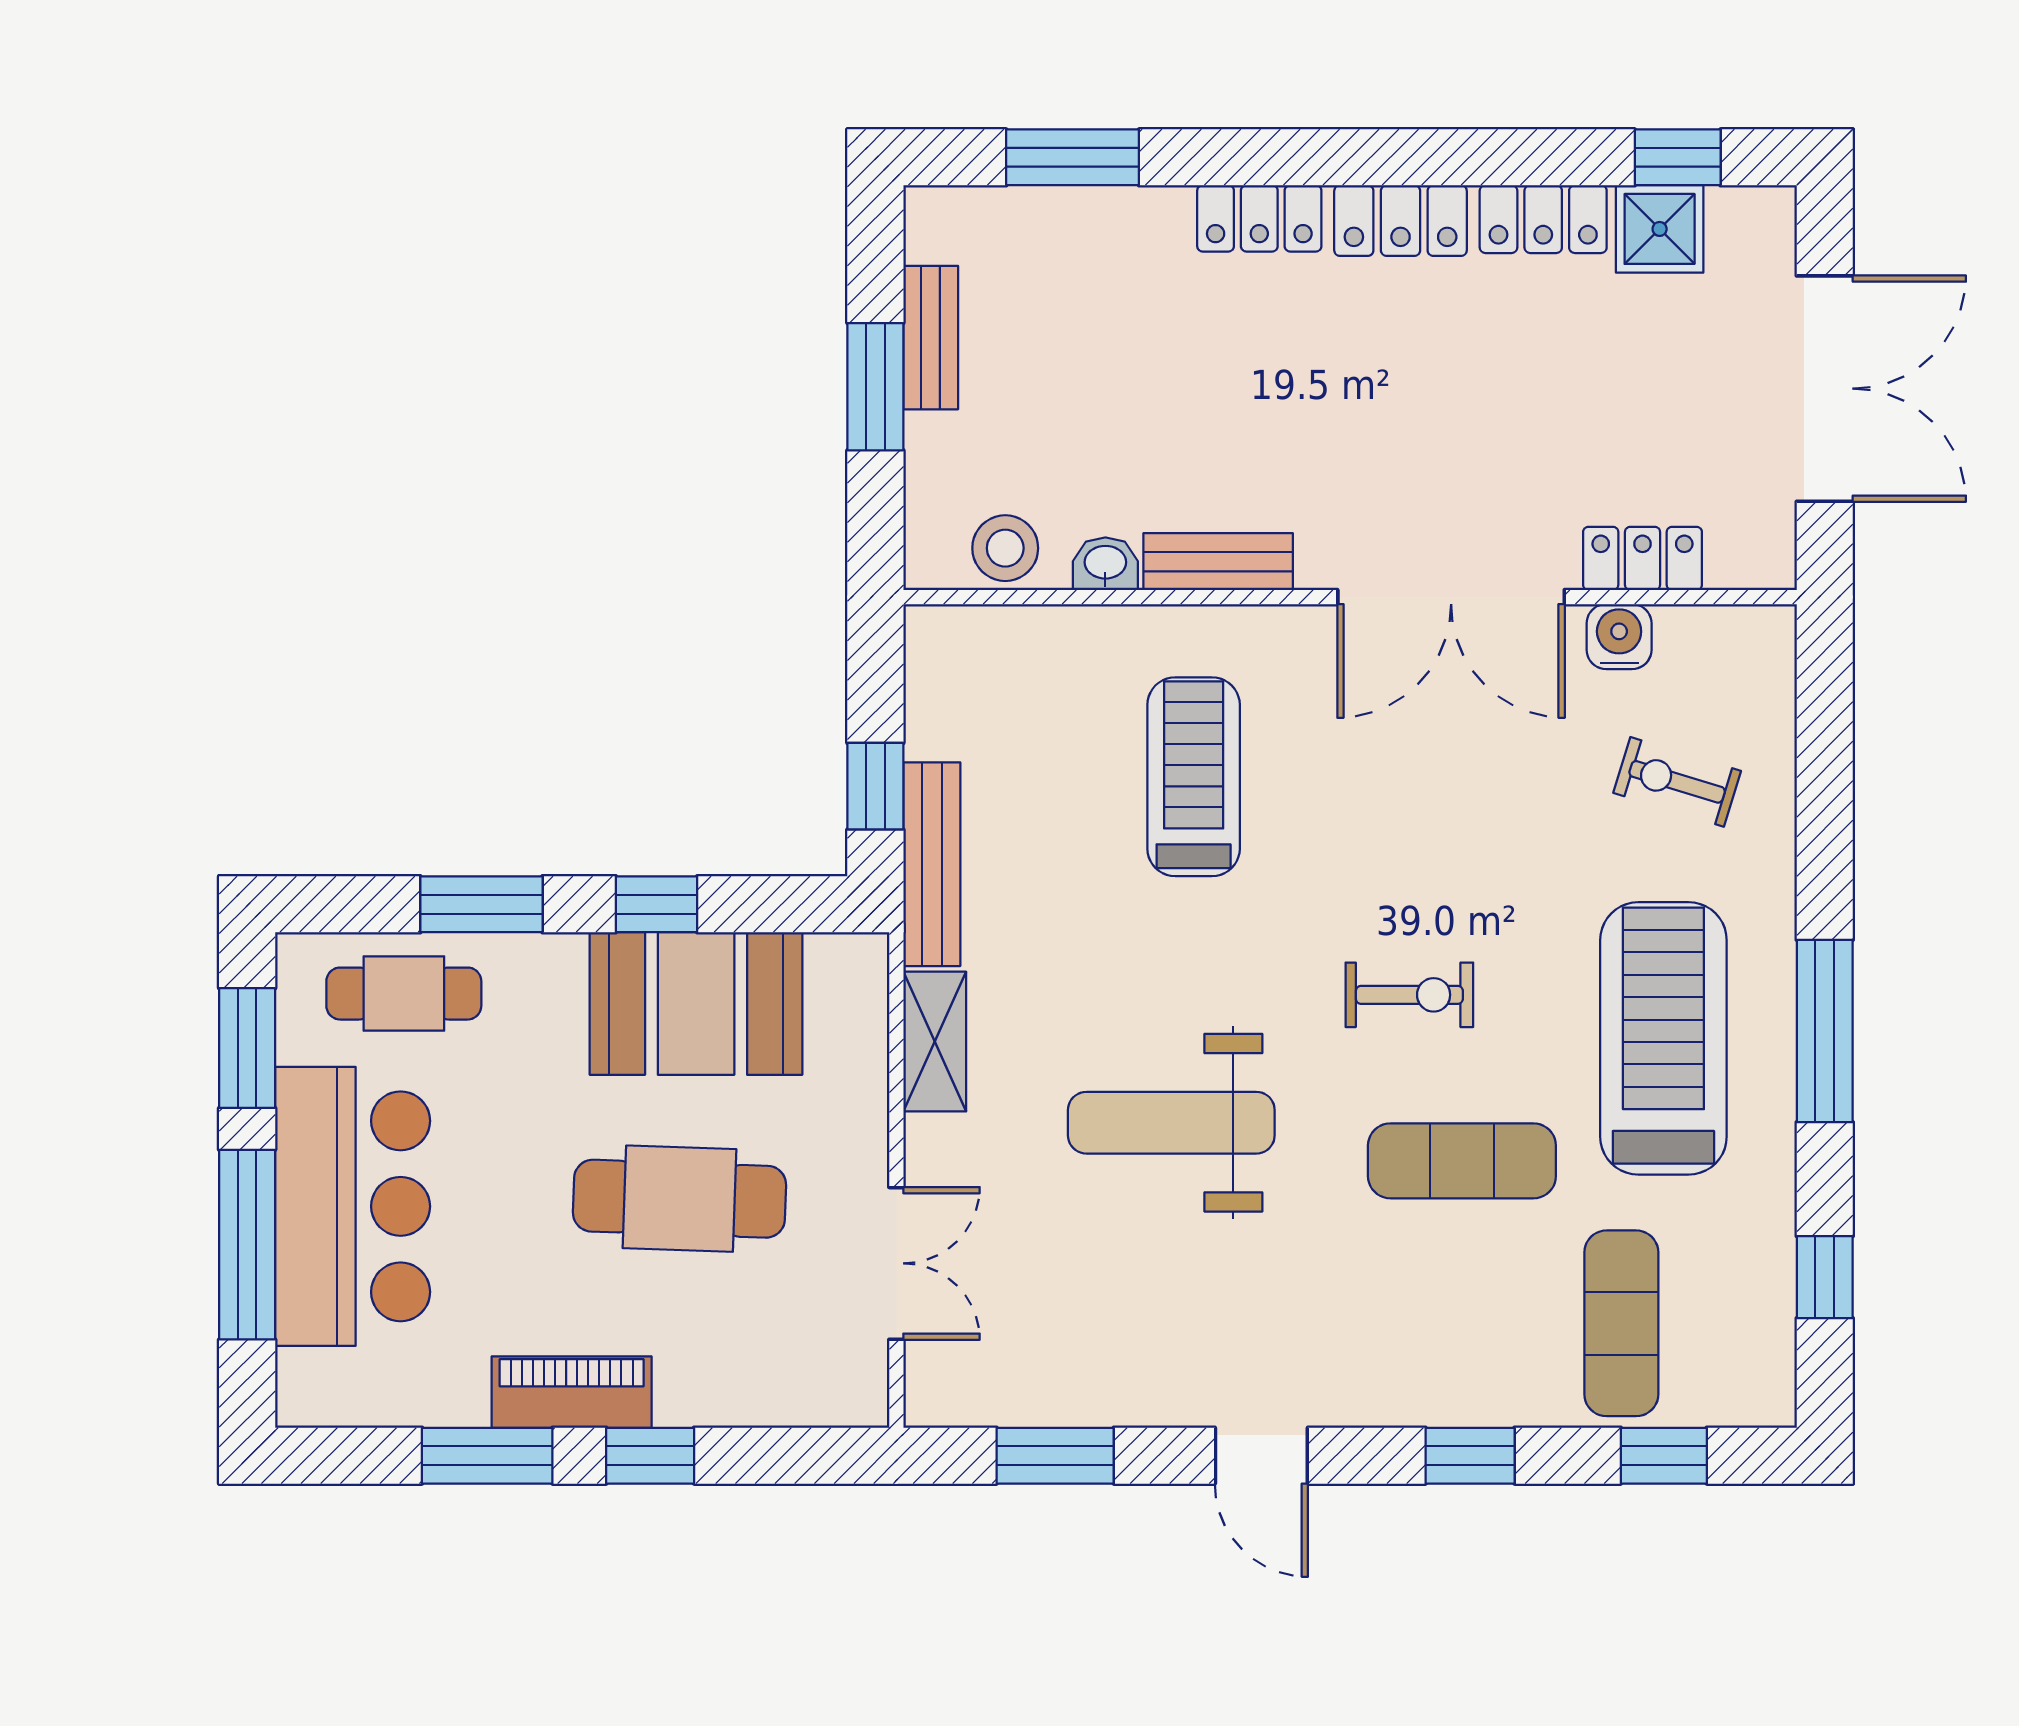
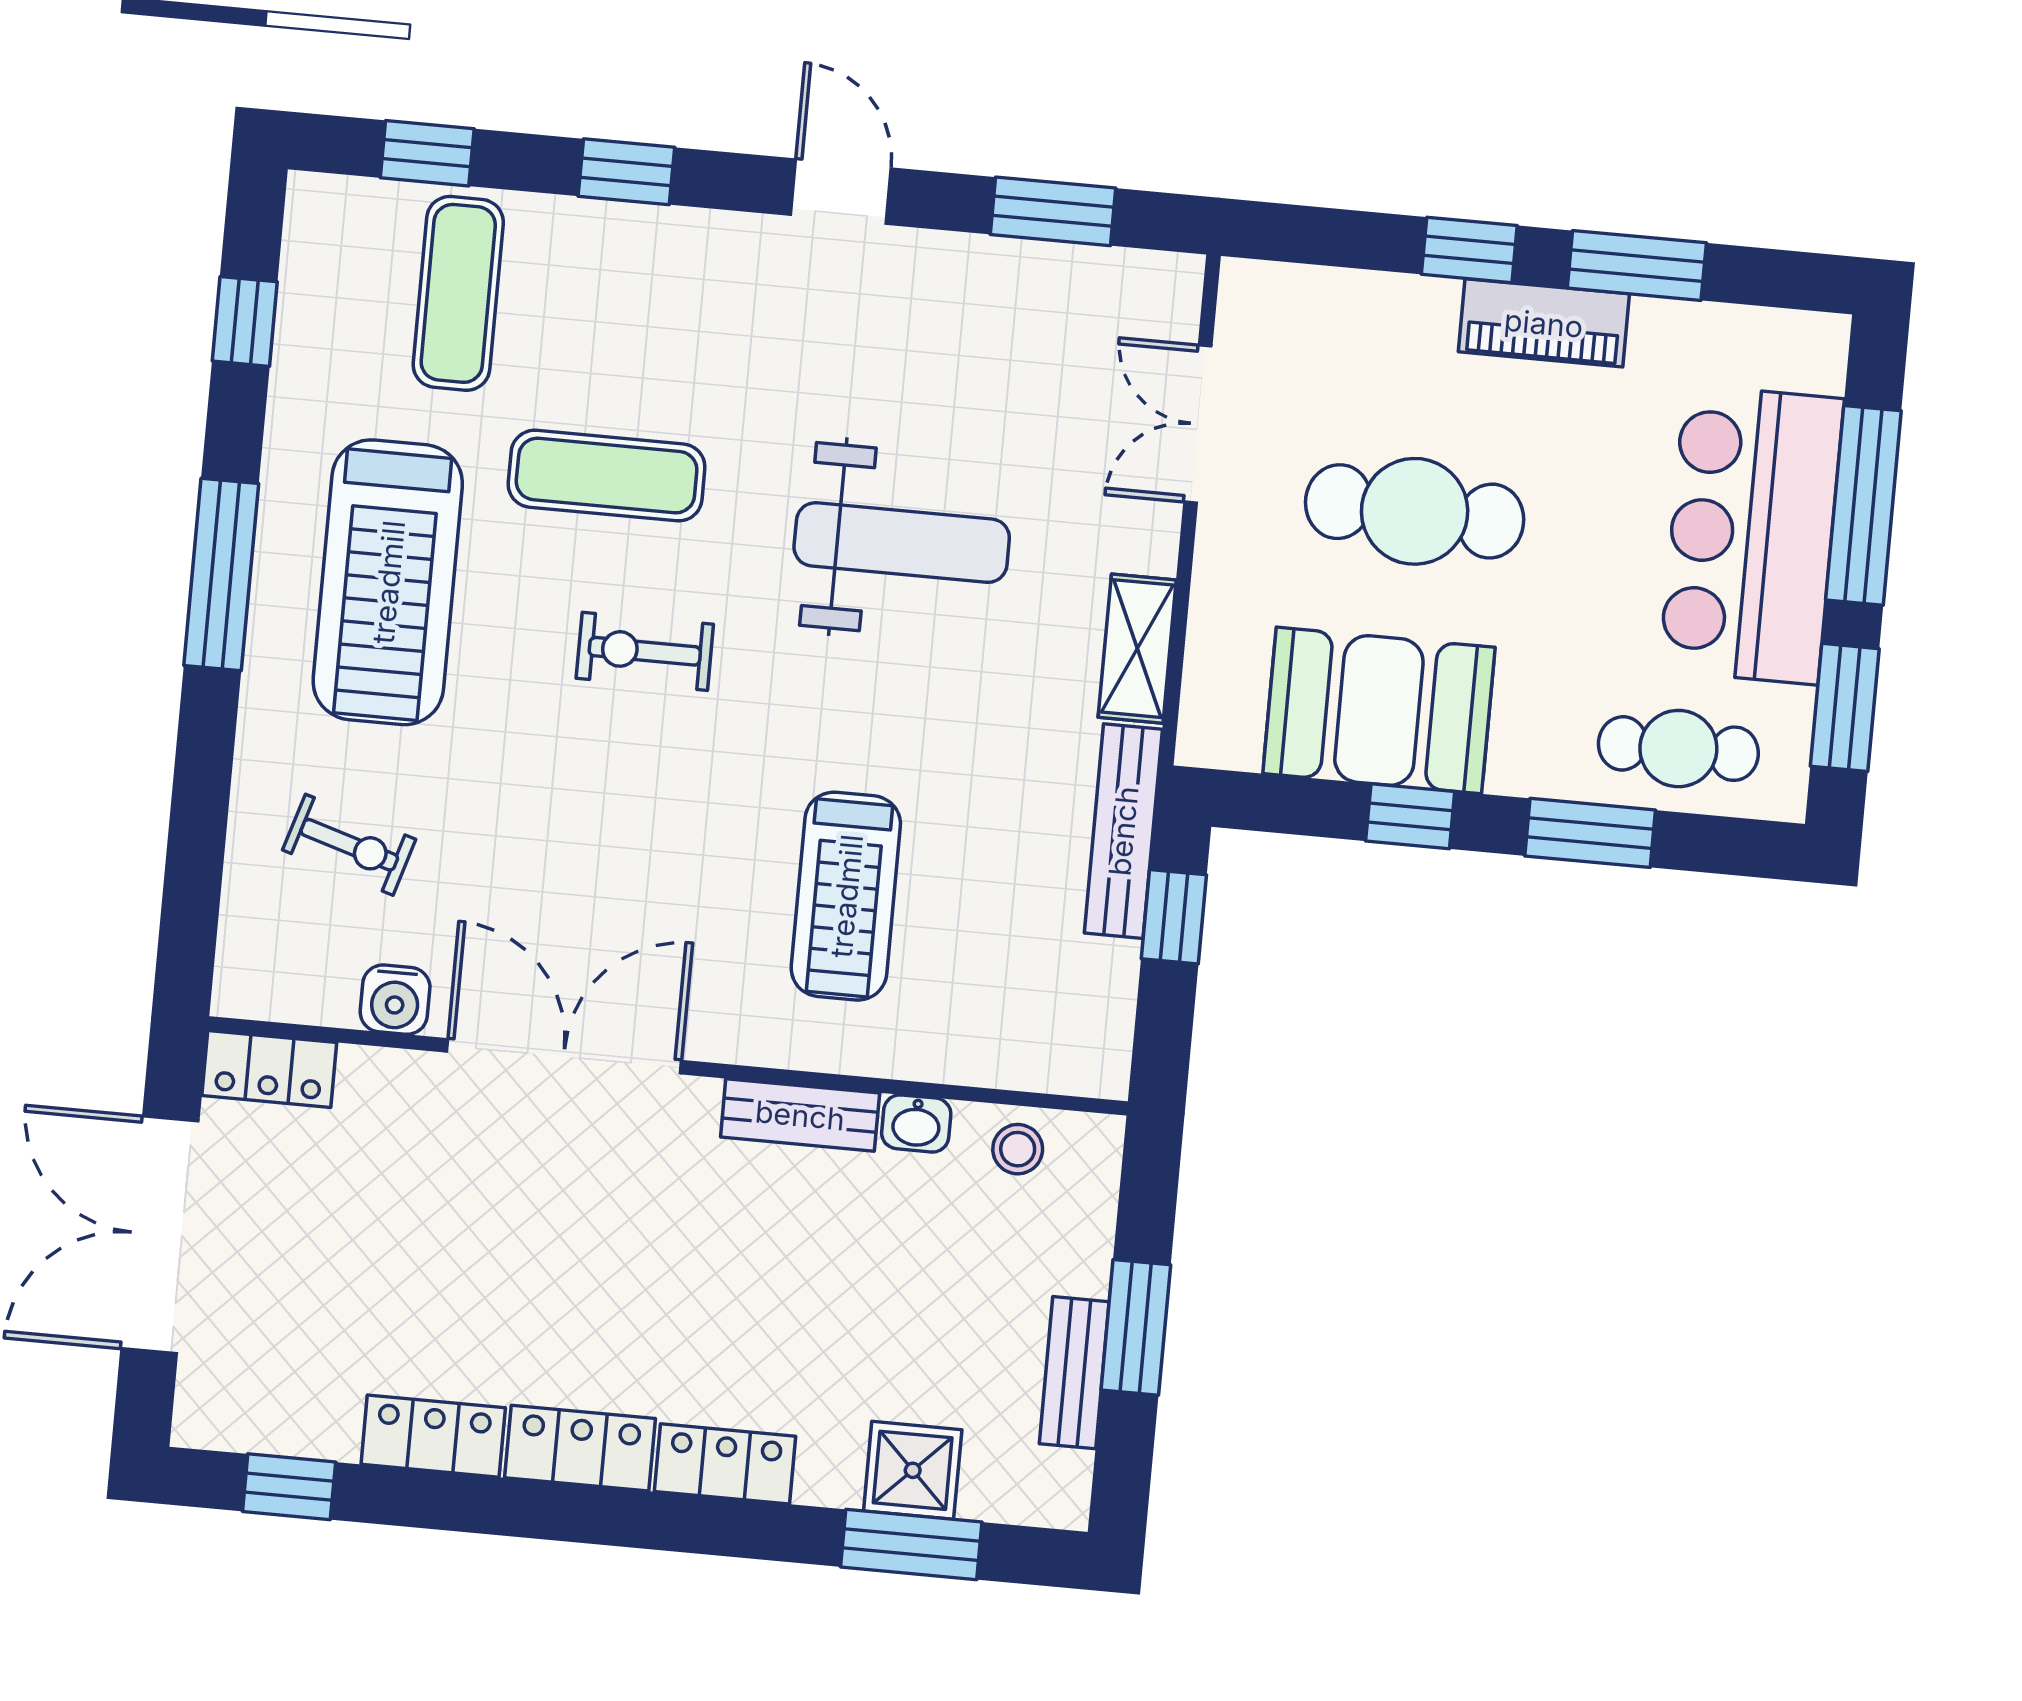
shower: (1660, 229) -> (913, 1470), moved
stool: (1005, 548) -> (1018, 1149), width x0.73, depth x0.73
locker: (1643, 558) -> (269, 1069), moved

